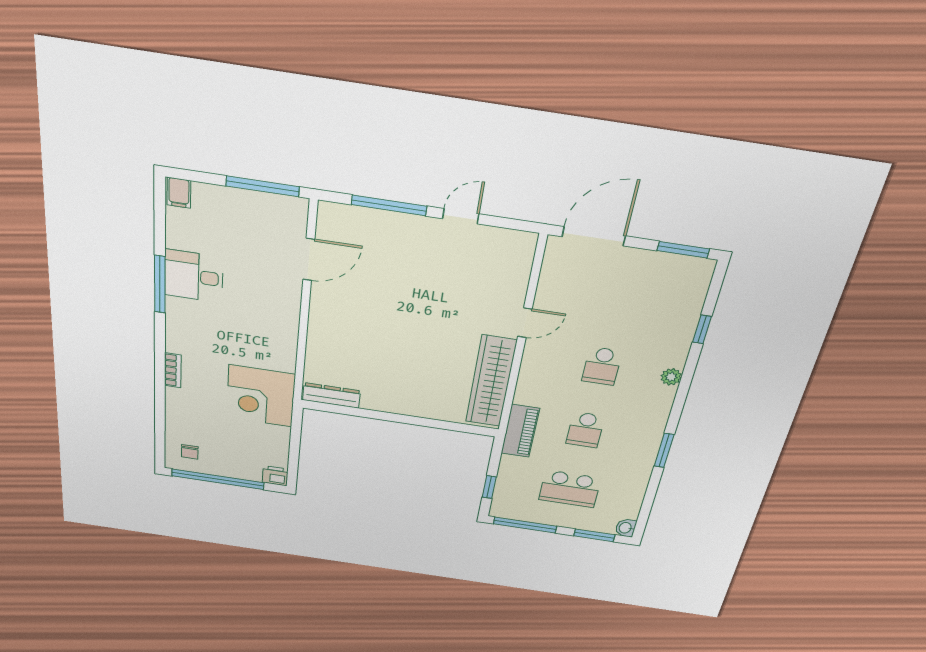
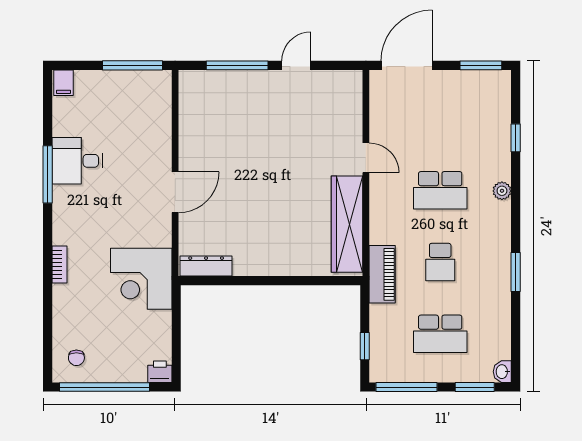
door: (309, 259) -> (175, 192), moved
door: (525, 323) -> (366, 158), hinge flipped
school desk: (602, 366) -> (440, 190), width x1.85

